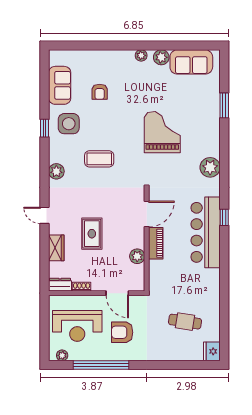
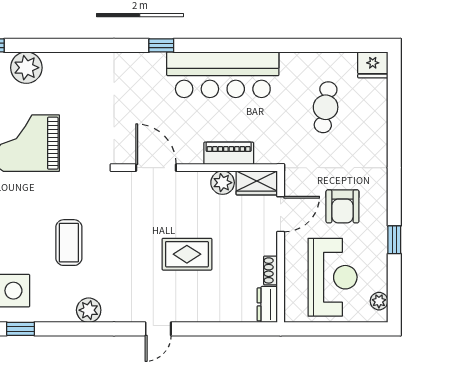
plant: (210, 167) -> (26, 68), moved
bar counter: (206, 232) -> (223, 75), moved
piano: (156, 243) -> (229, 153), moved
wardrobe: (56, 248) -> (257, 183), moved, turned 180
window: (101, 365) -> (394, 240), width x0.32

